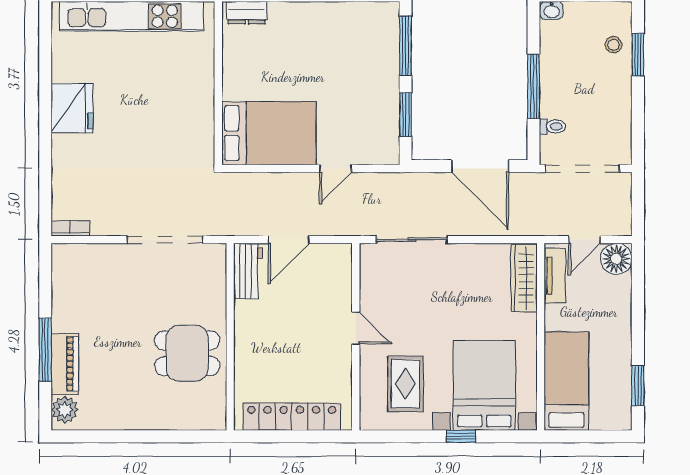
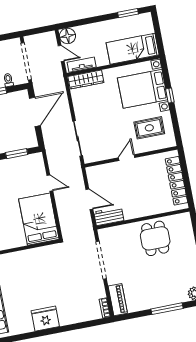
piano: (65, 364) -> (118, 300), moved, turned 90

